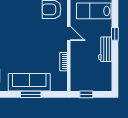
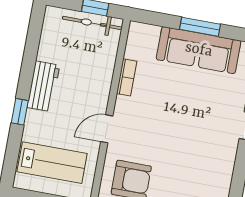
door: (69, 33) -> (107, 129), hinge flipped
bicycle: (86, 86) -> (92, 23), added

